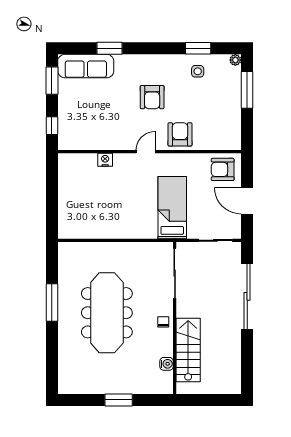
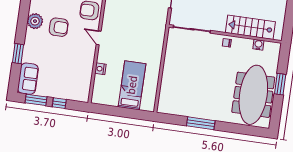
plant: (156, 65) -> (35, 21), added
sofa: (86, 66) -> (28, 79), width x0.73
window: (52, 126) -> (59, 103), moved
bed: (172, 208) -> (132, 85), moved, turned 90
meeting table: (107, 313) -> (253, 95), moved, turned 90

